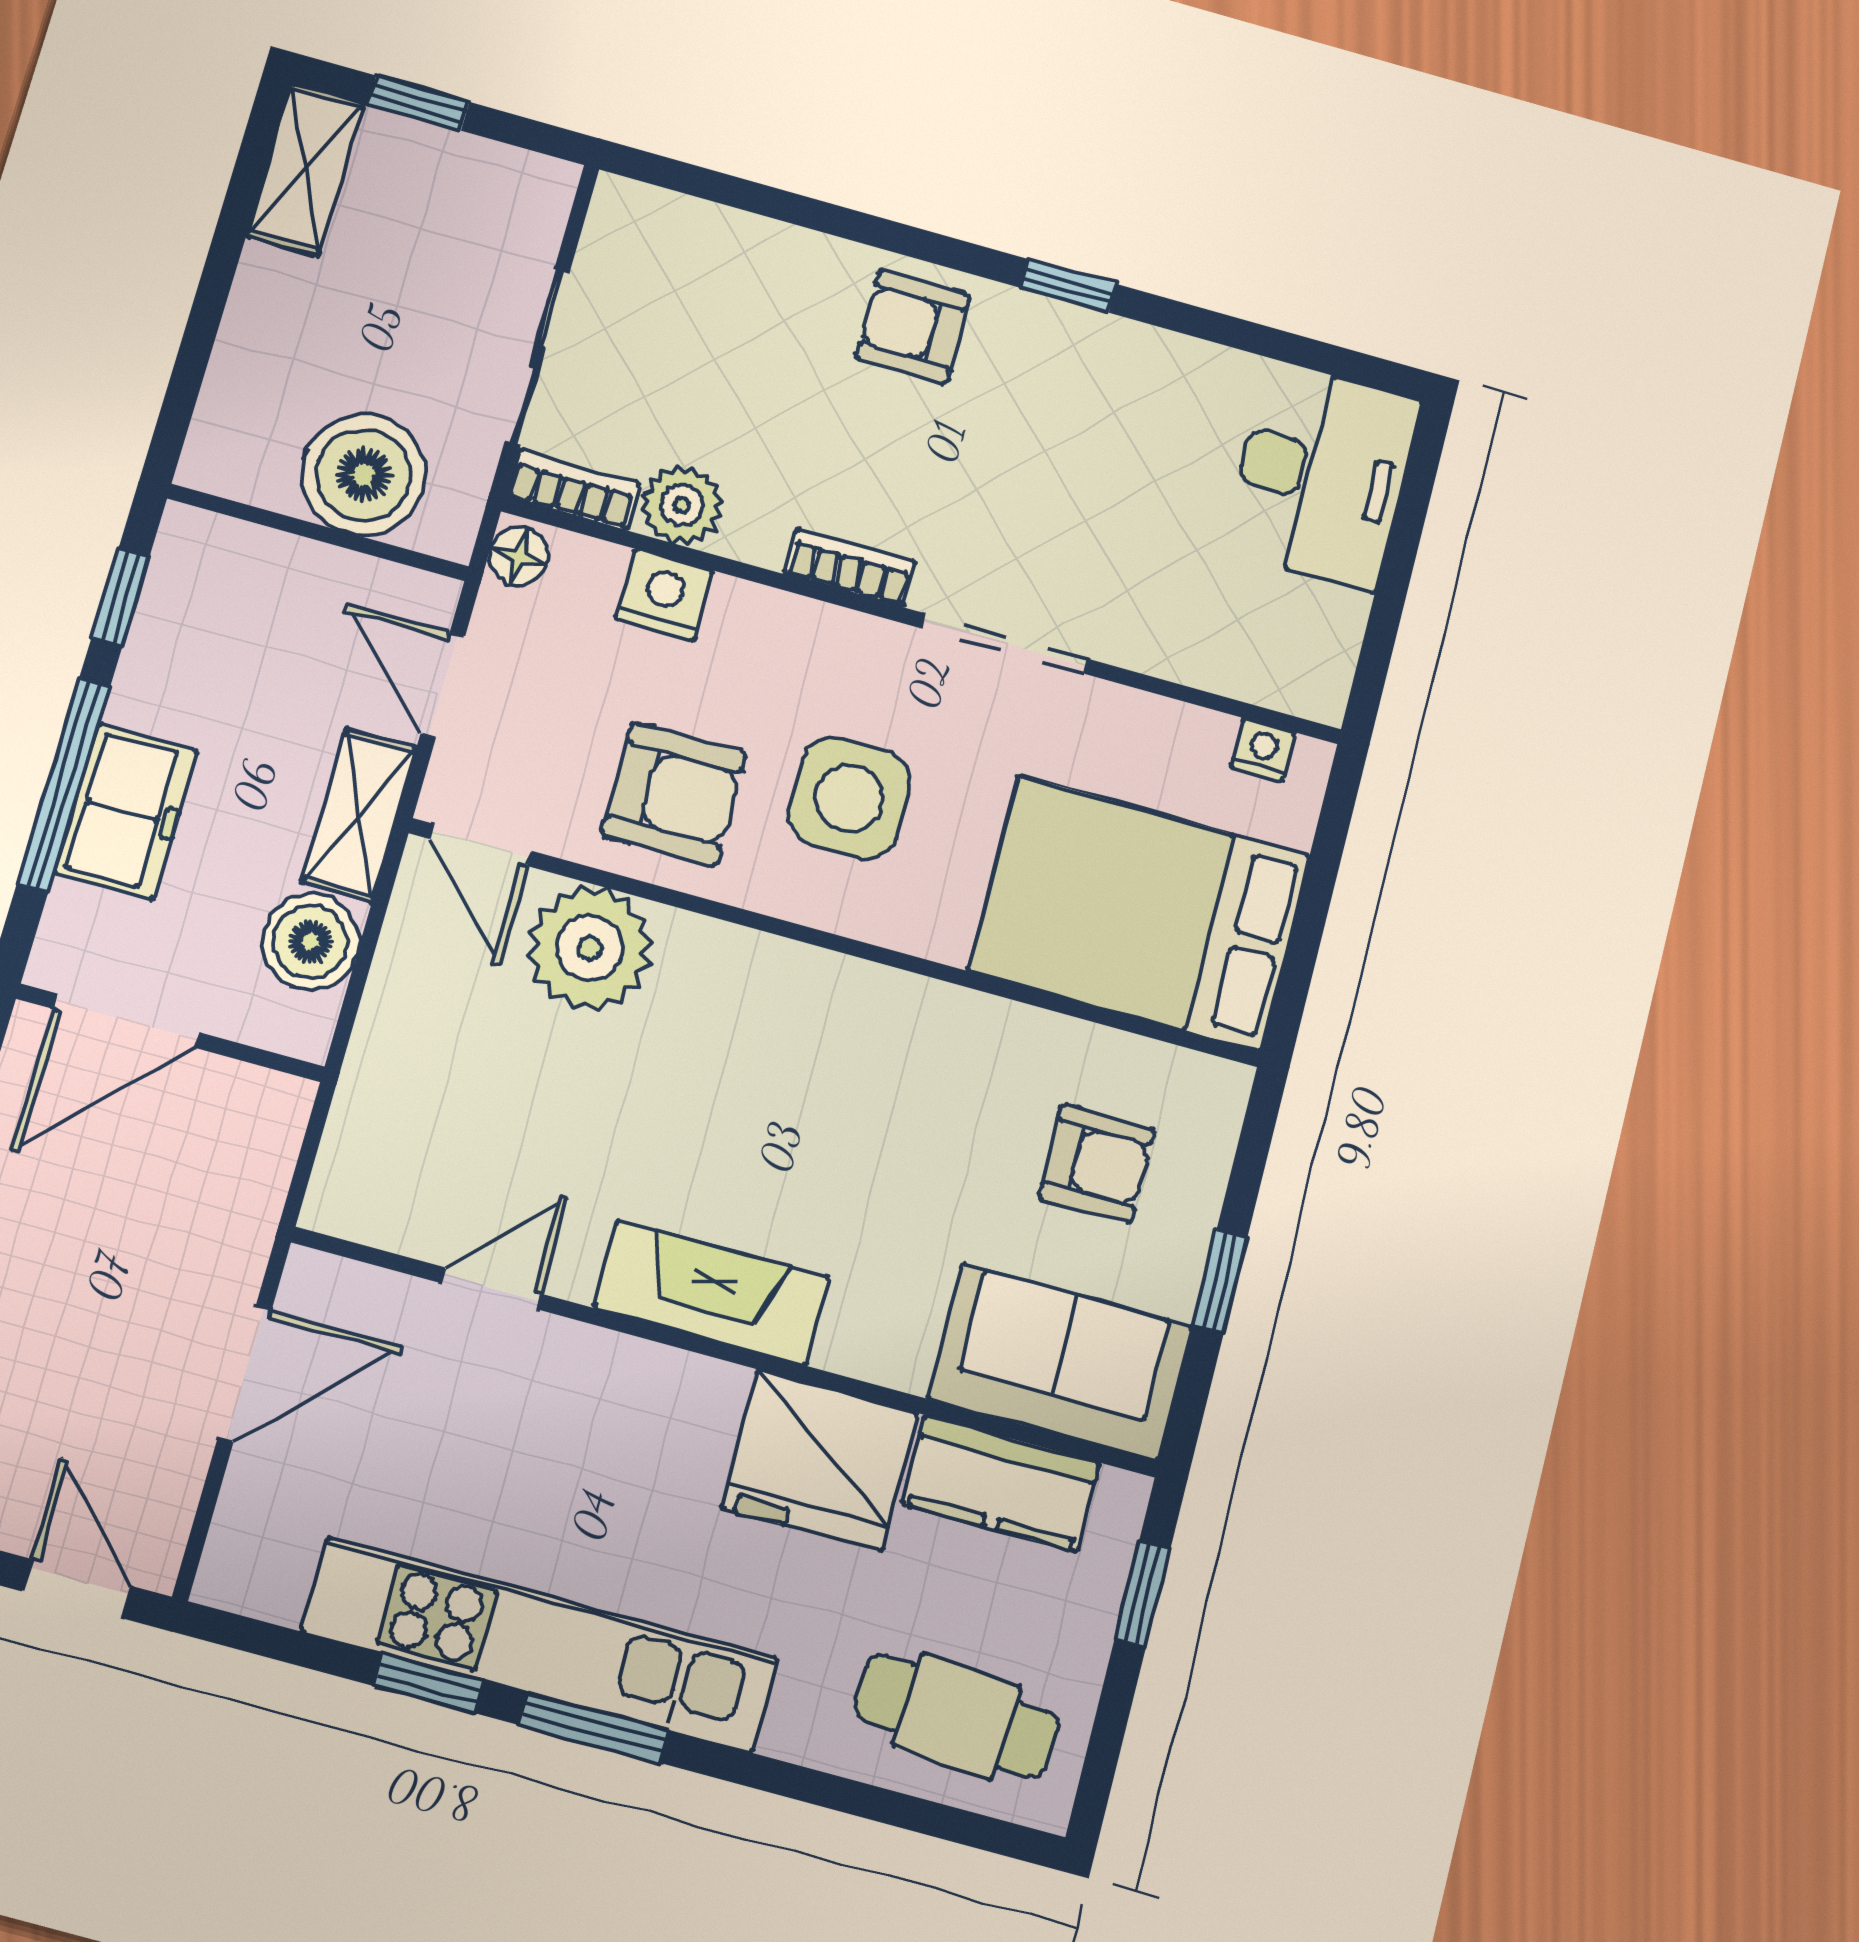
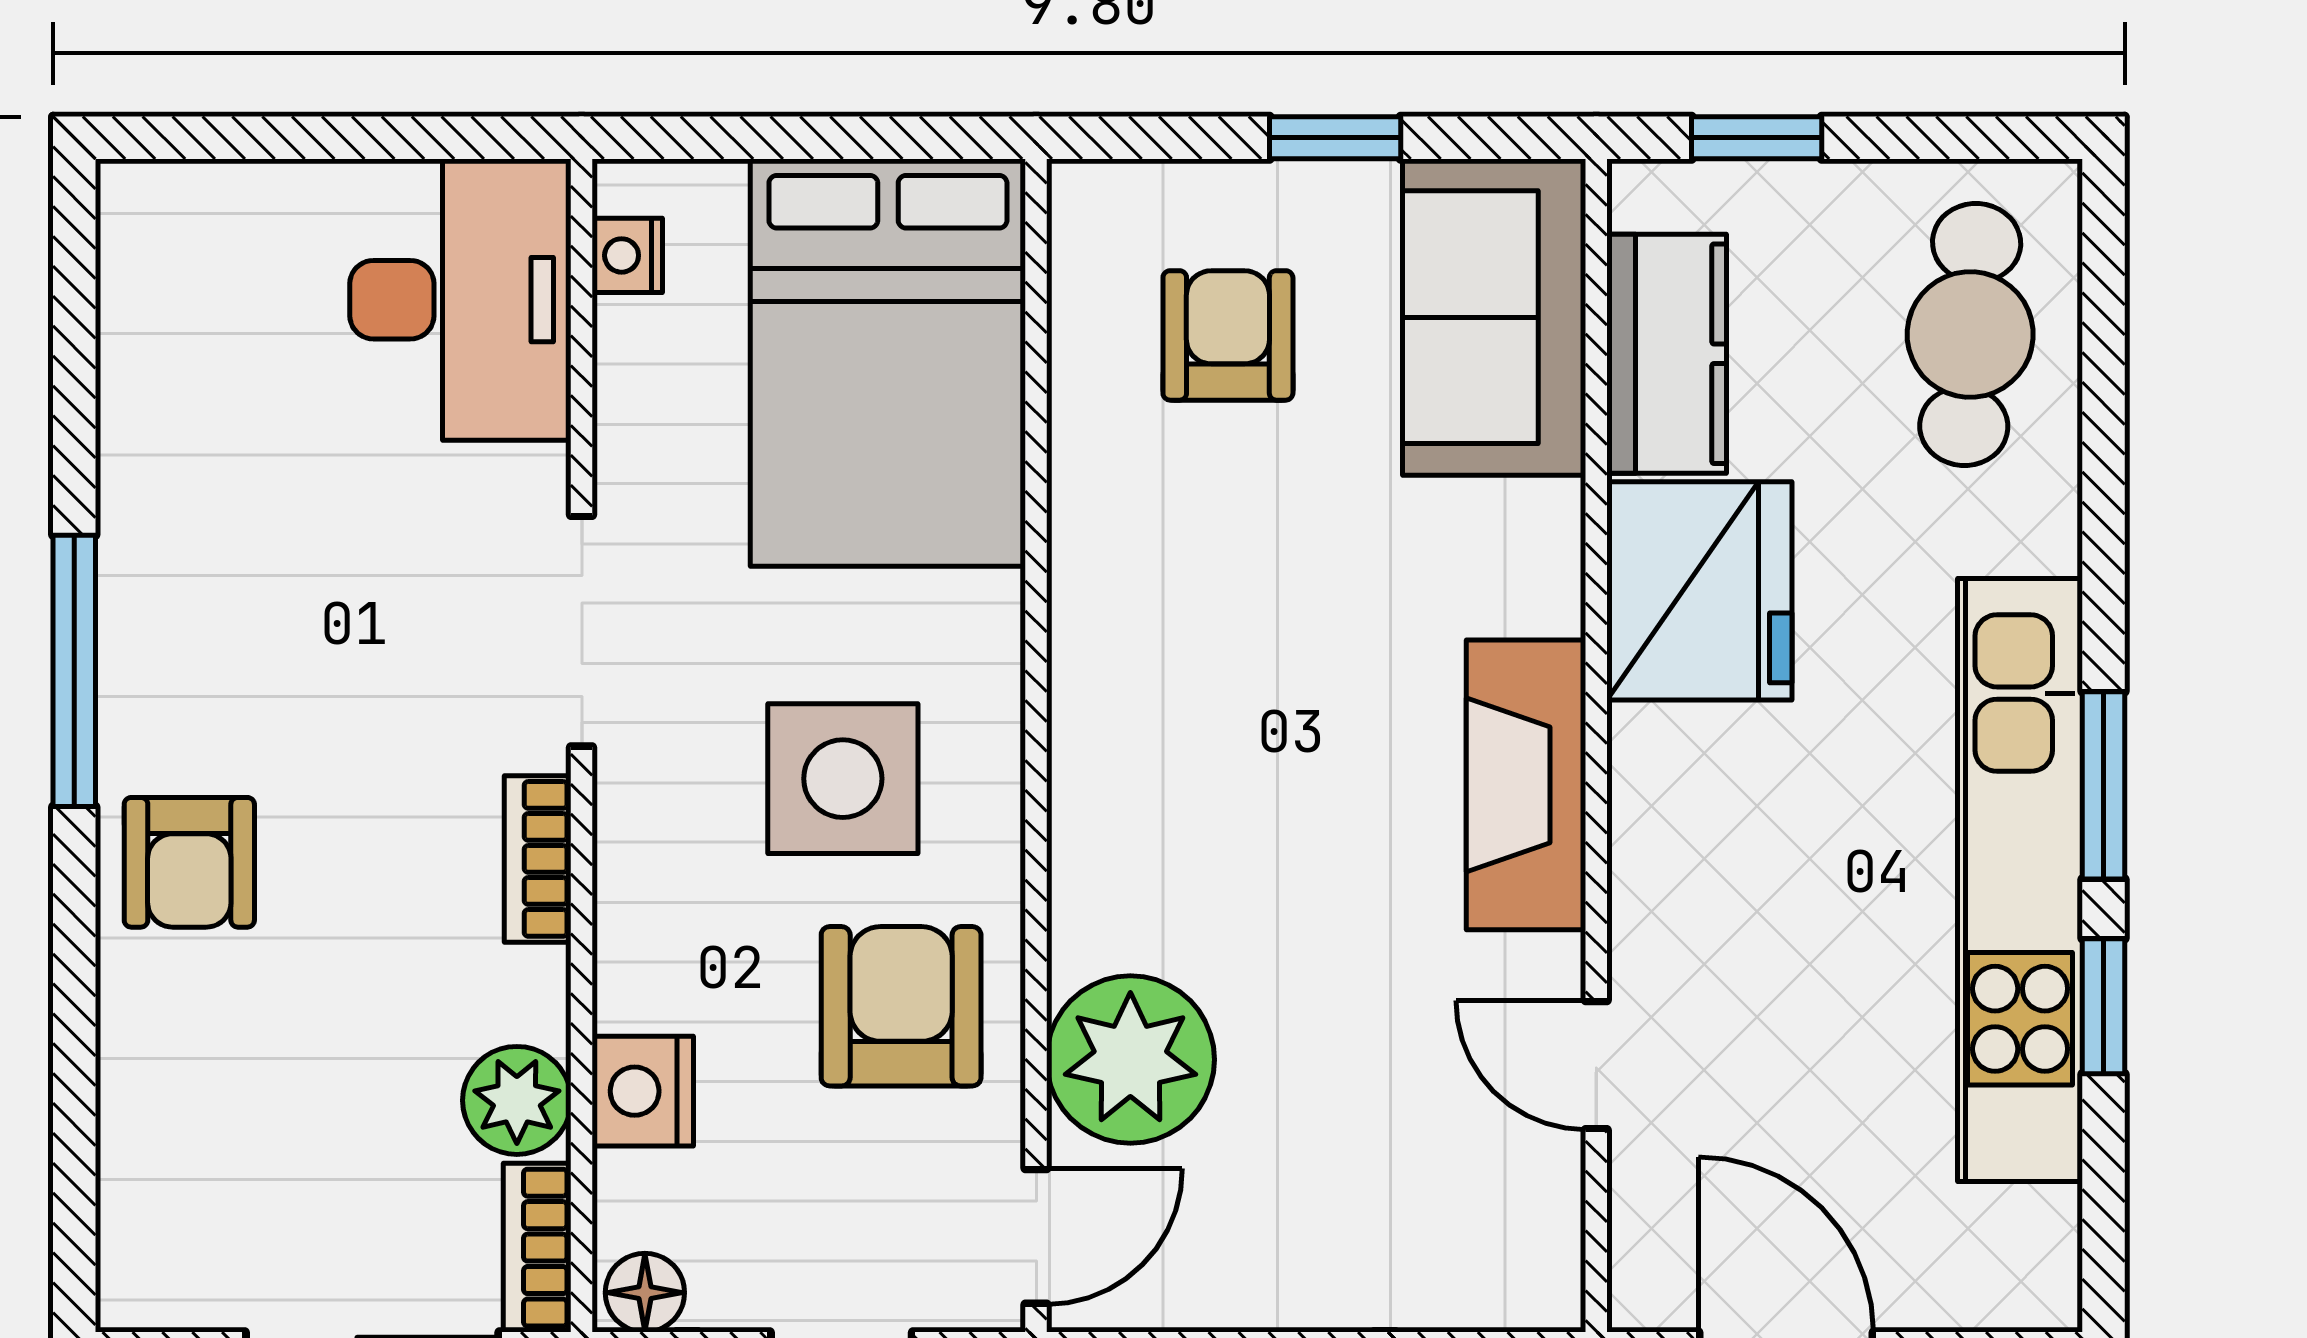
window: (1068, 286) -> (74, 671), width x2.17
desk: (1321, 475) -> (460, 300), moved, turned 90

